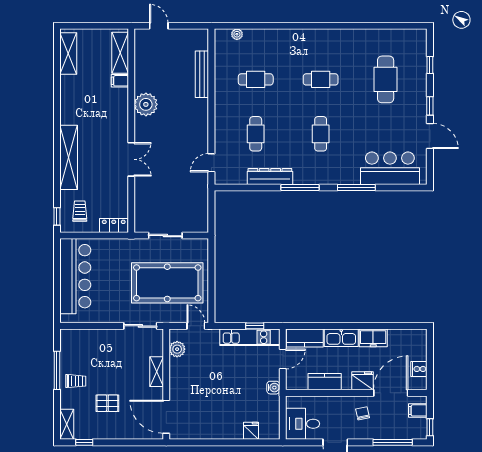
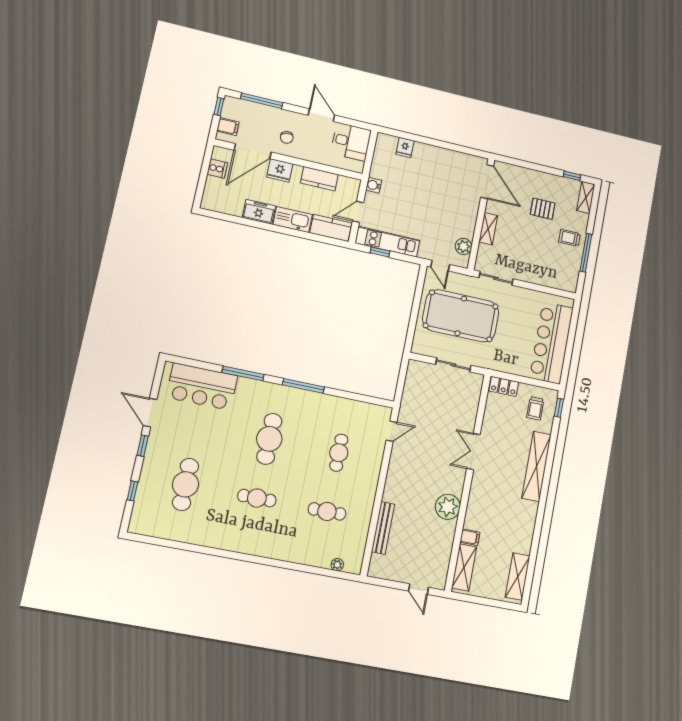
cafe table: (321, 134) -> (269, 439), width x1.37, depth x1.35
dresser: (270, 176) -> (333, 404), removed

